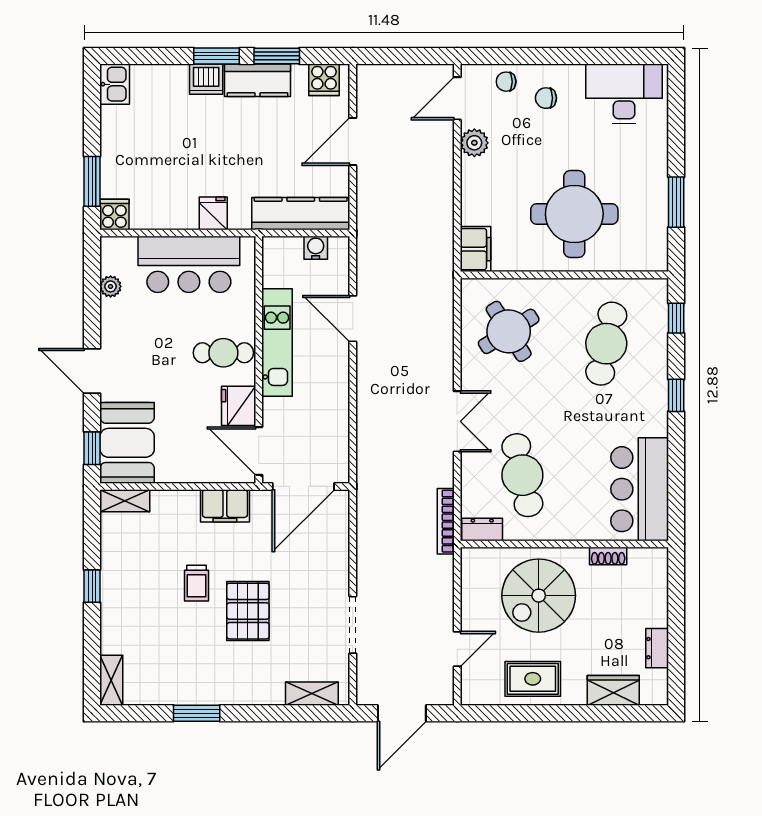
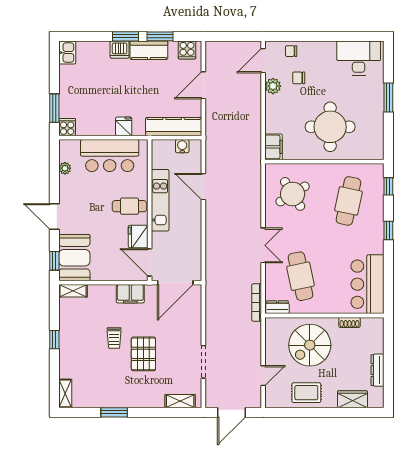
chair: (546, 98) -> (299, 78), moved
window: (676, 202) -> (388, 97), moved
dresser: (657, 648) -> (378, 370), width x1.44

